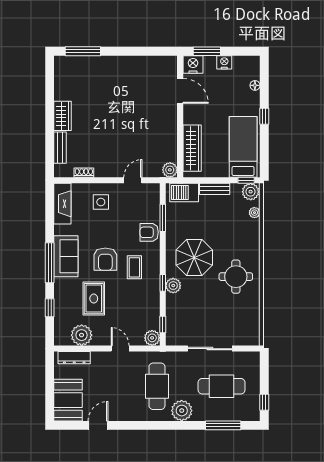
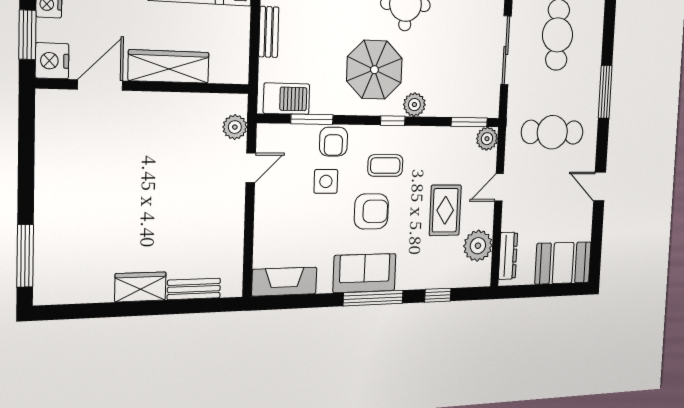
wardrobe: (192, 148) -> (169, 66), moved
plant: (170, 170) -> (235, 127), moved
shoe rack: (84, 173) -> (236, 249), removed
door: (133, 180) -> (251, 168), swing flipped
barbecue: (184, 192) -> (287, 99), moved, turned -90
side table: (101, 202) -> (326, 181), moved
window: (163, 283) -> (393, 121), moved
rug: (94, 299) -> (445, 210), moved, turned 90
window: (163, 325) -> (469, 122), width x1.50
plant: (182, 411) -> (586, 96), removed
door: (98, 425) -> (600, 186), moved
window: (223, 425) -> (605, 92), moved

